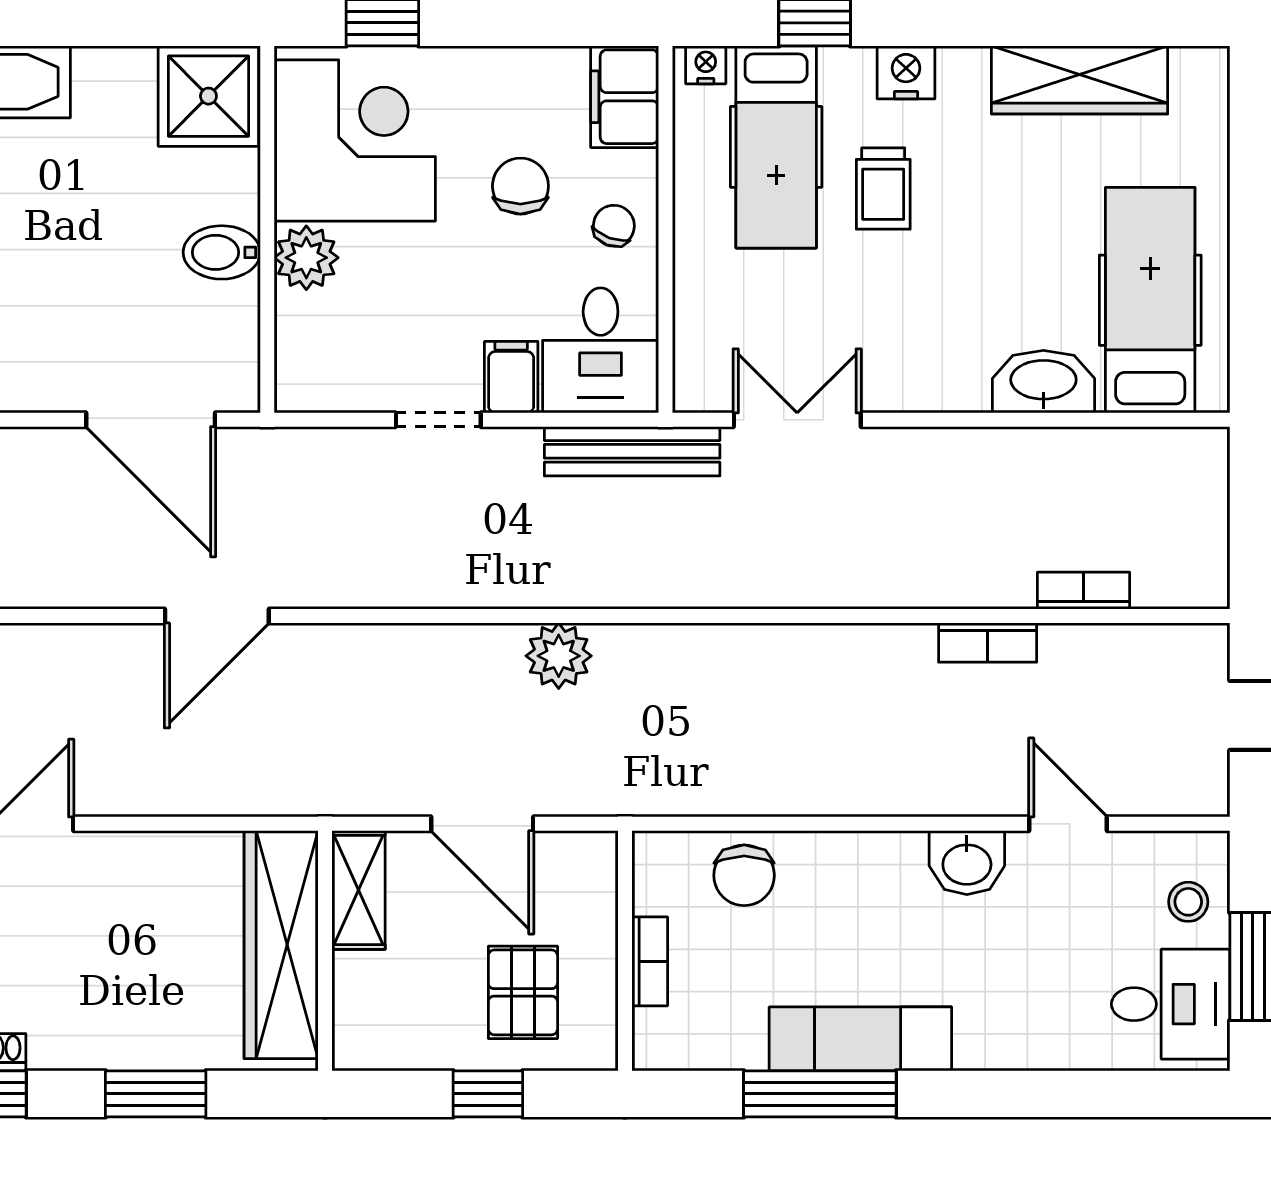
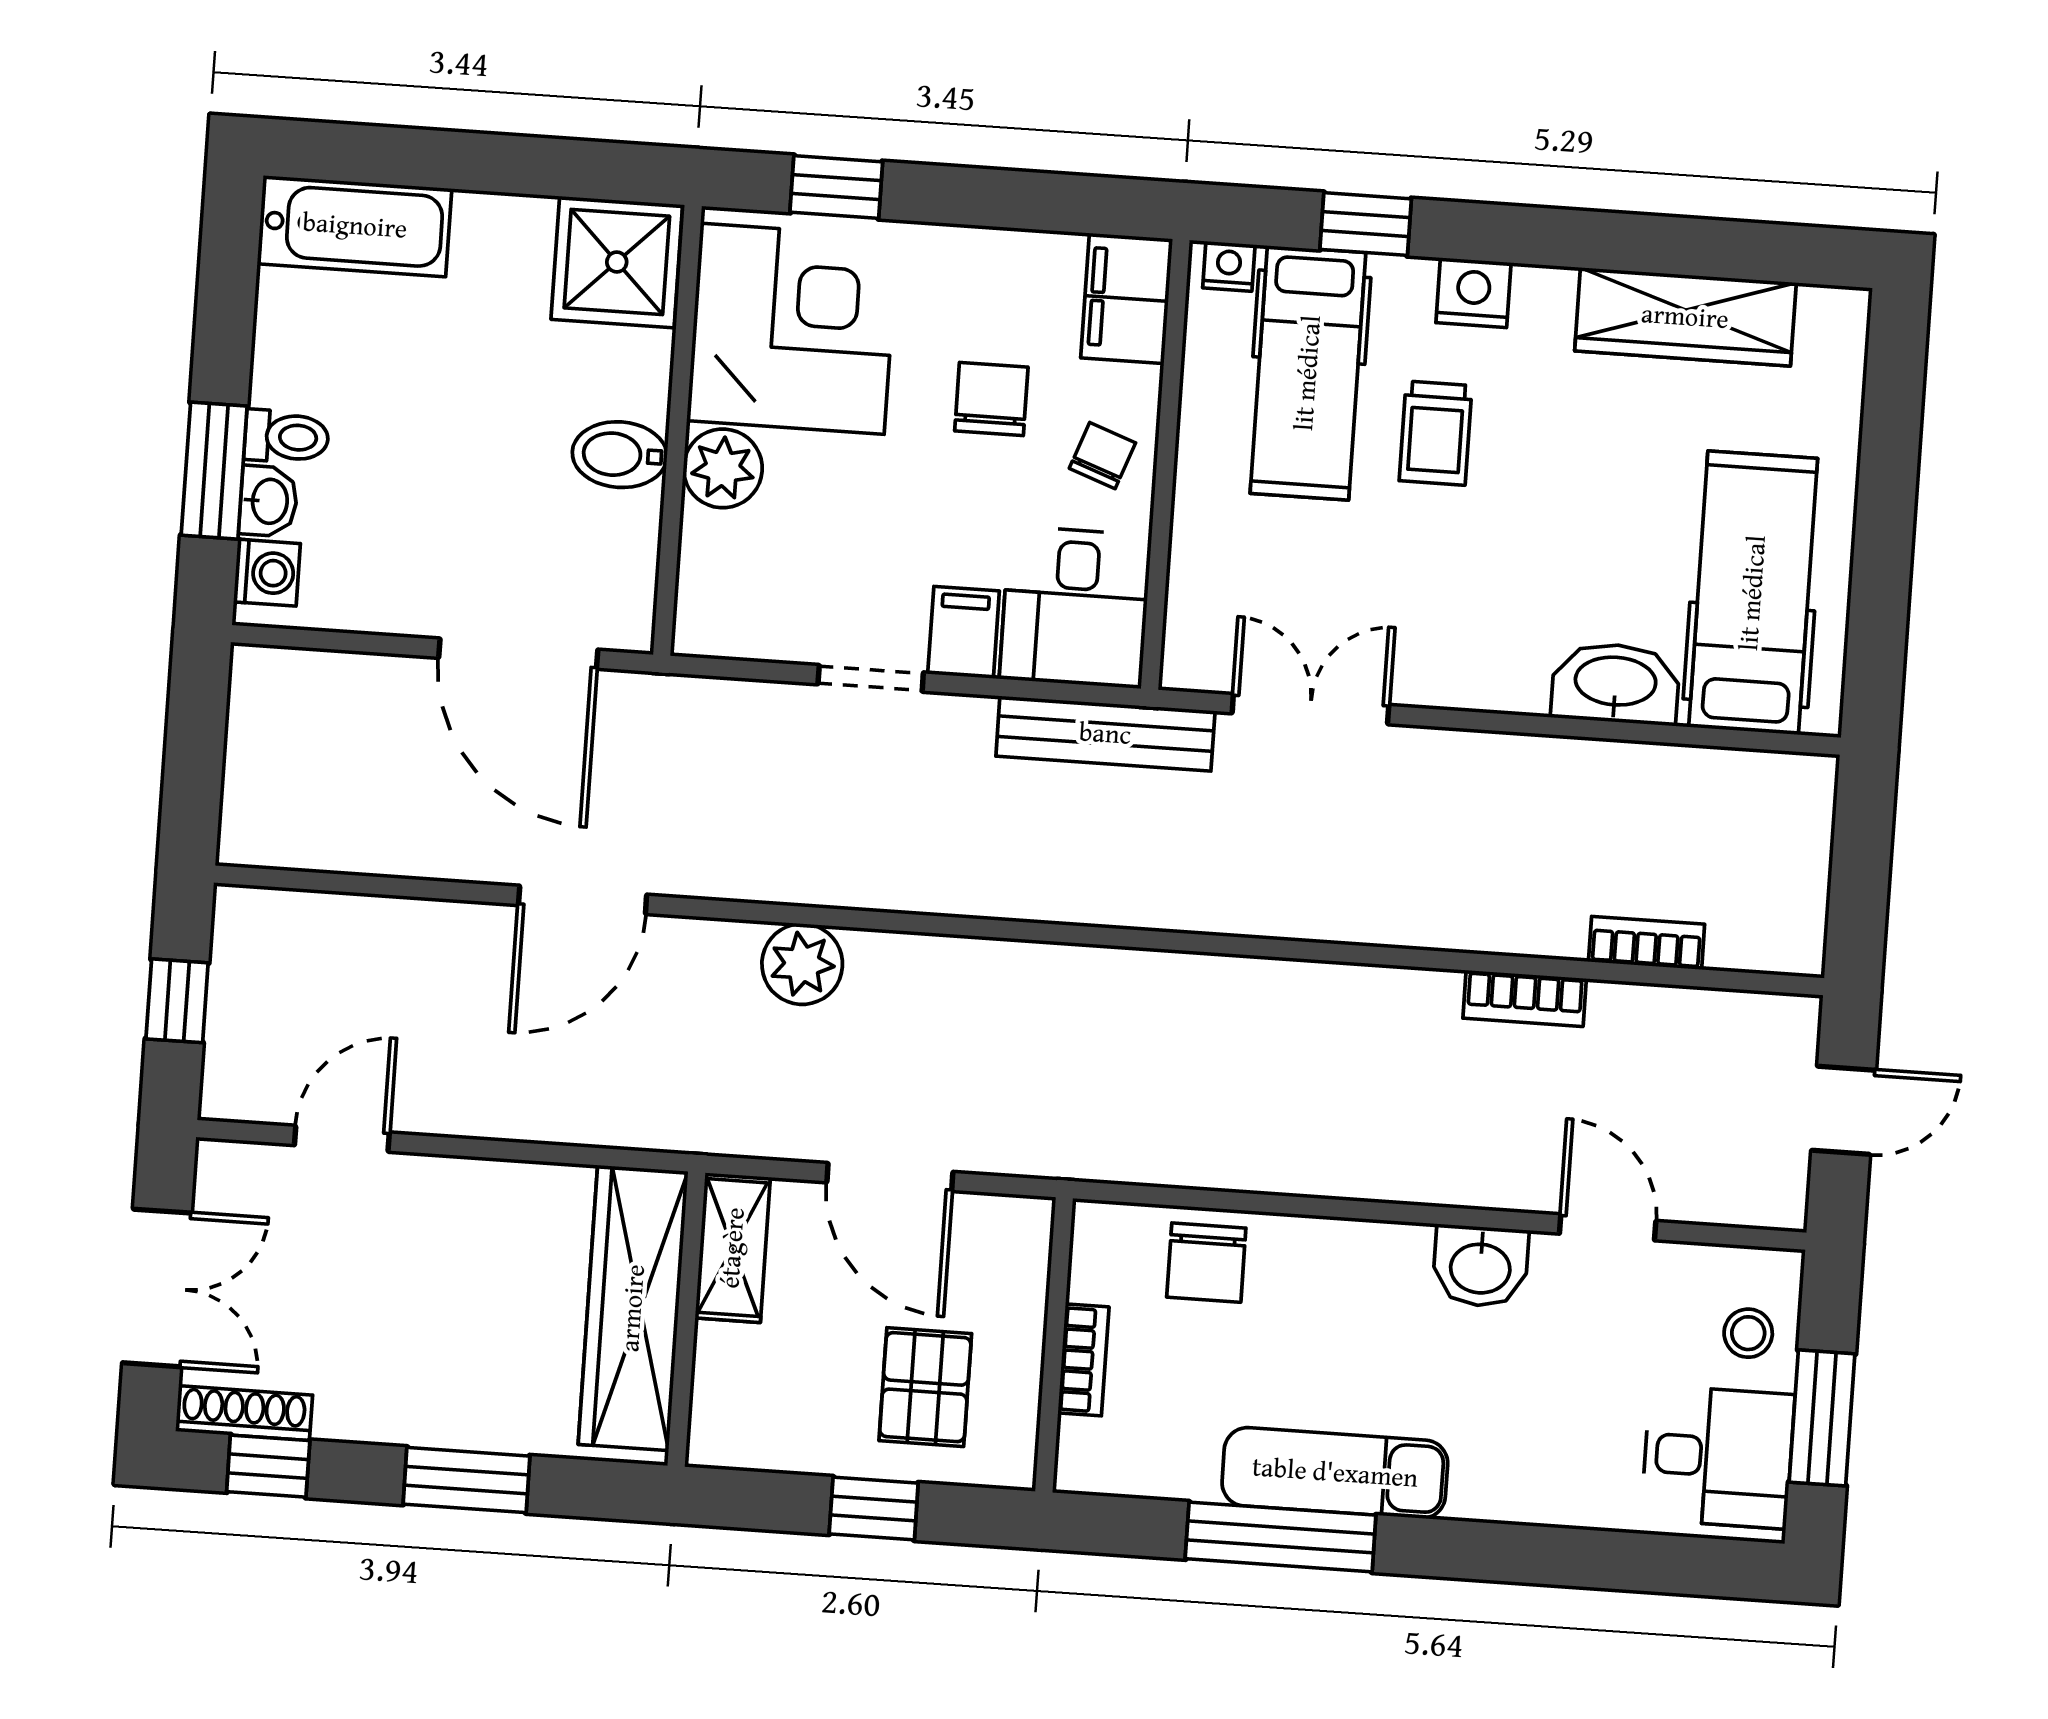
plant: (559, 656) -> (802, 964), moved

